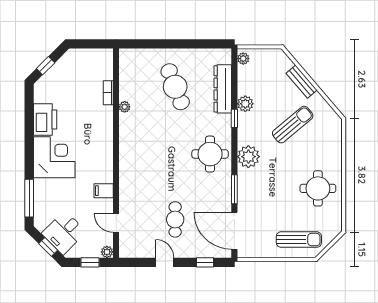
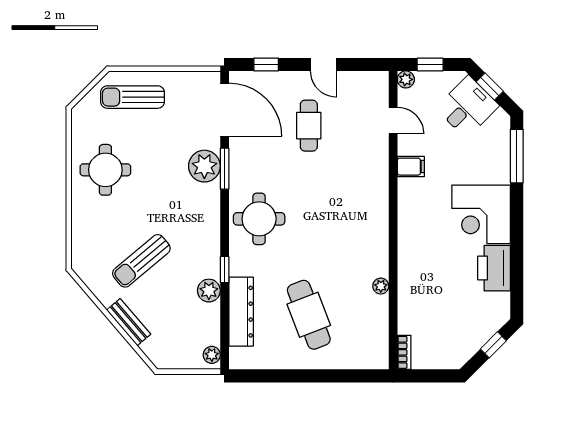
bookcase: (108, 93) -> (404, 352), moved
plant: (248, 157) -> (204, 166), moved

